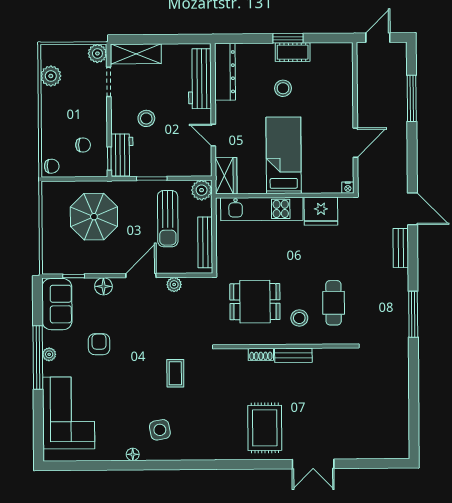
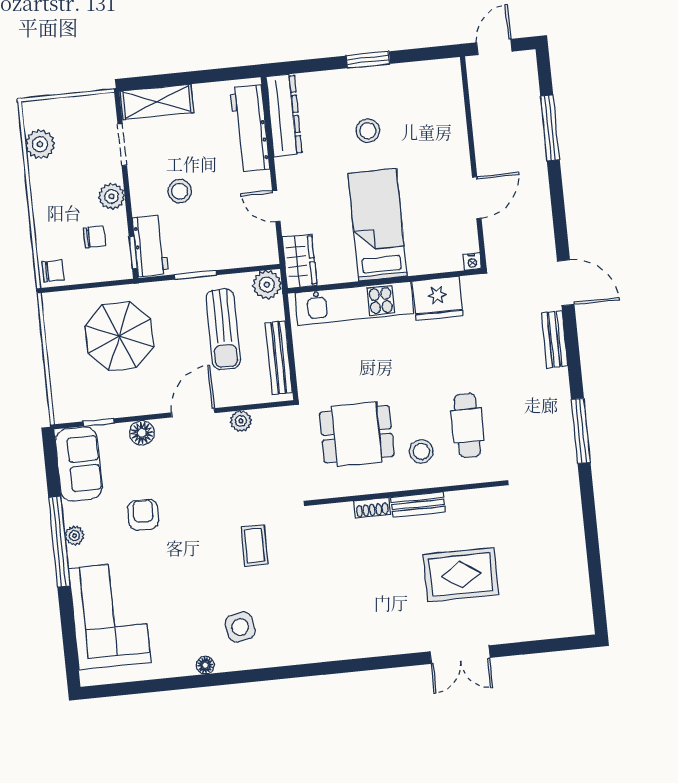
cot: (293, 52) -> (377, 79), removed
plant: (97, 53) -> (112, 196), moved
rug: (265, 428) -> (461, 575), moved, turned 90

